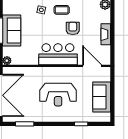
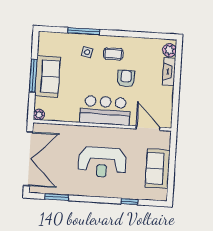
fireplace: (106, 34) -> (169, 72), moved

